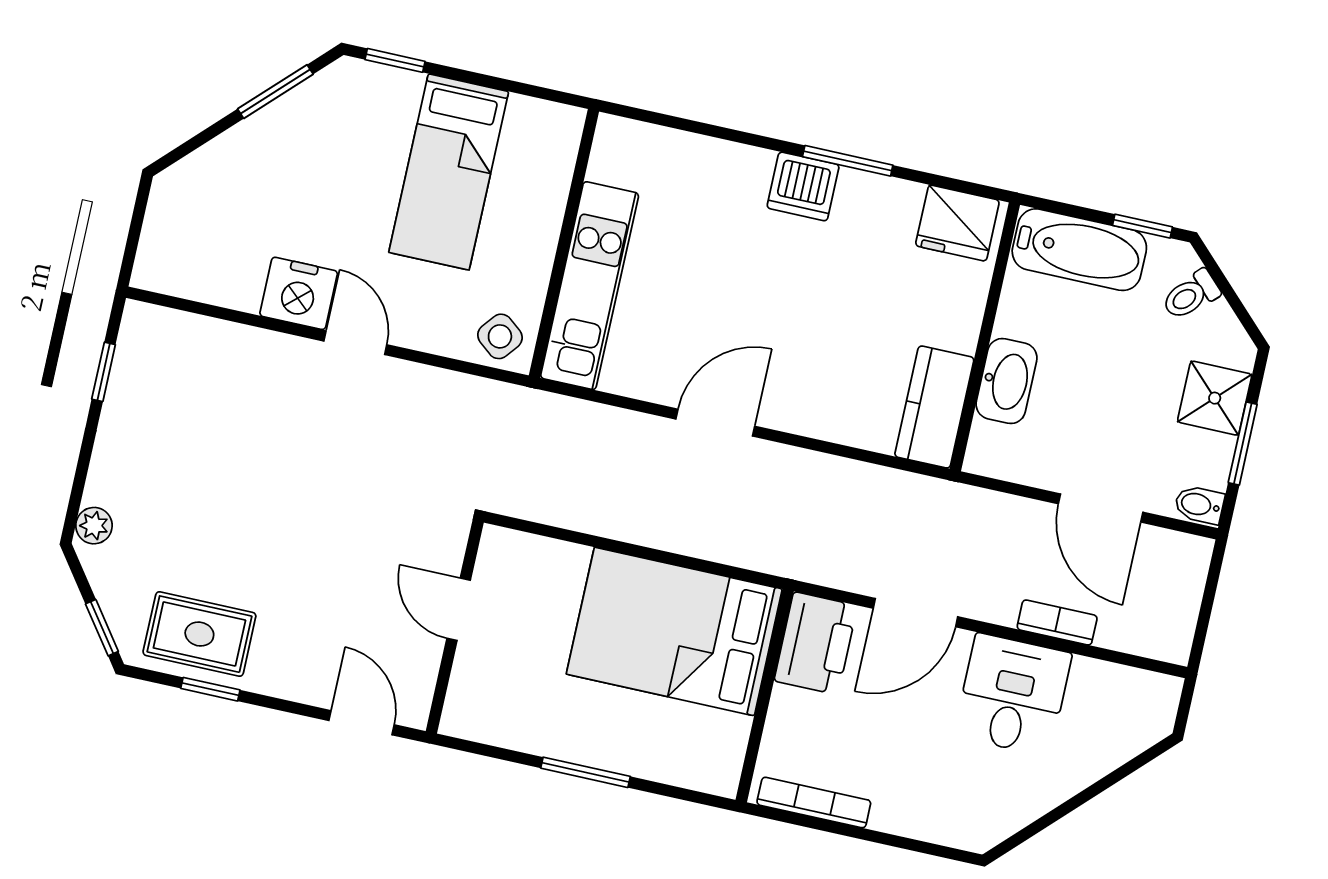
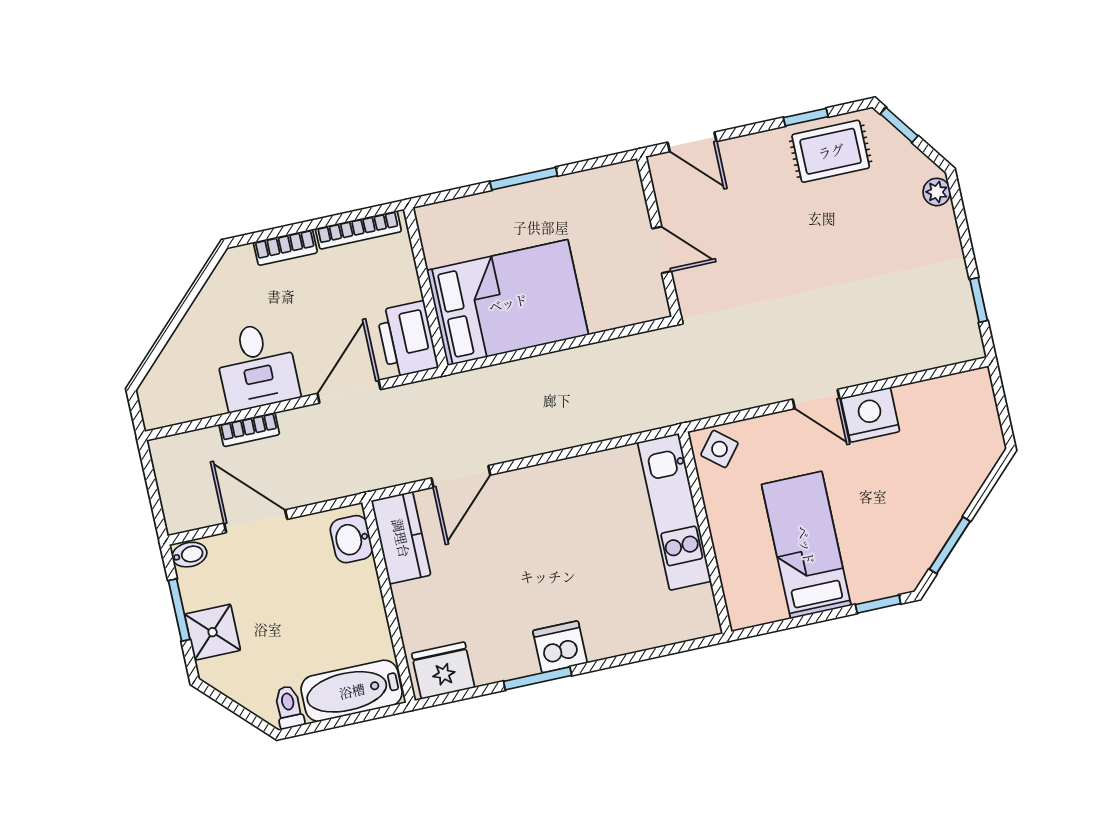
window: (1142, 226) -> (316, 727), removed
toilet: (1191, 295) -> (289, 707), moved, turned -45
washbasin: (1007, 381) -> (351, 539), moved, width x0.72
door: (715, 423) -> (461, 477), moved
bookcase: (912, 822) -> (285, 247), added

